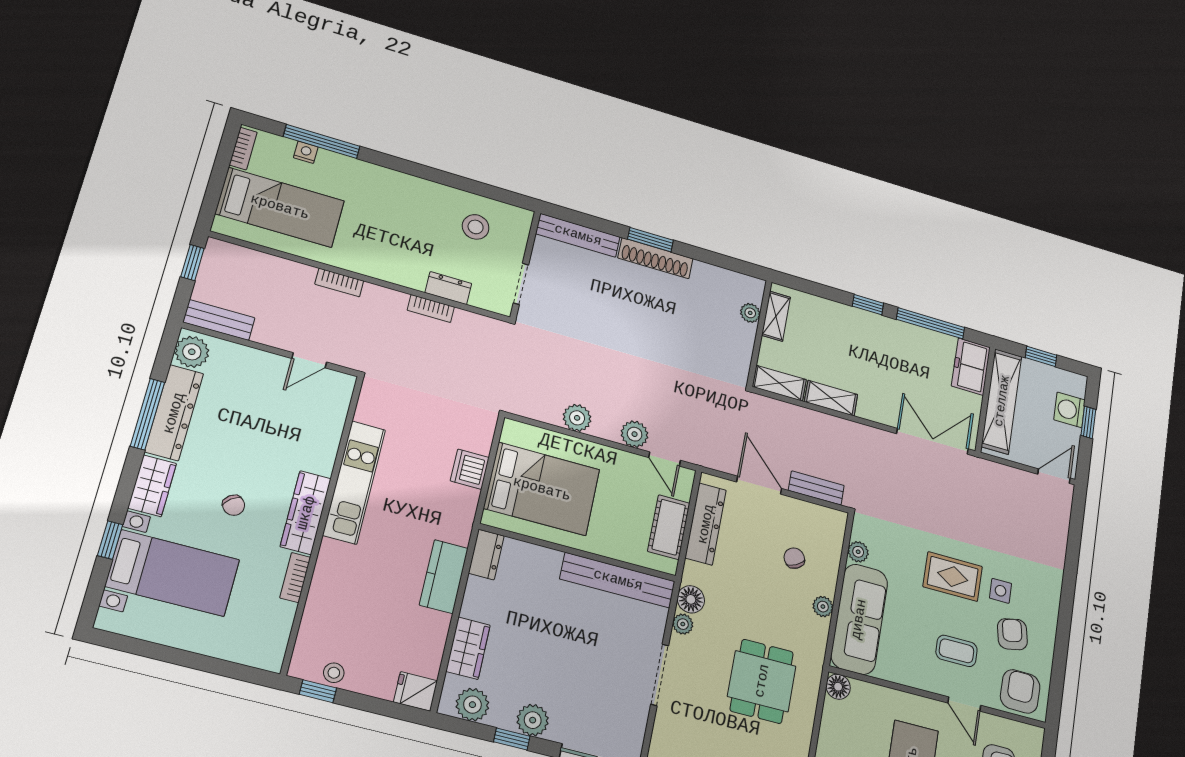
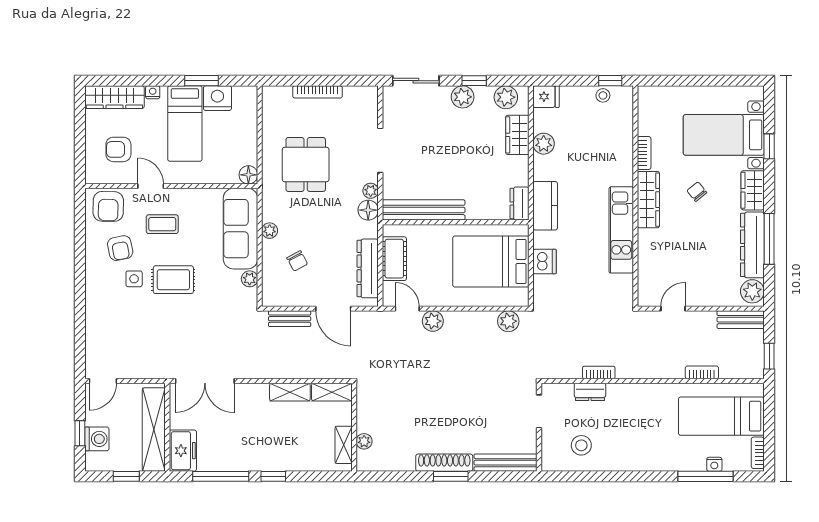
bookcase: (339, 282) -> (702, 372), moved
plant: (577, 418) -> (508, 321), moved
kitchen counter: (444, 577) -> (545, 206), moved
plant: (434, 627) -> (544, 144), added

